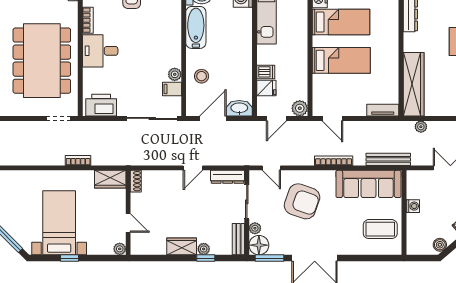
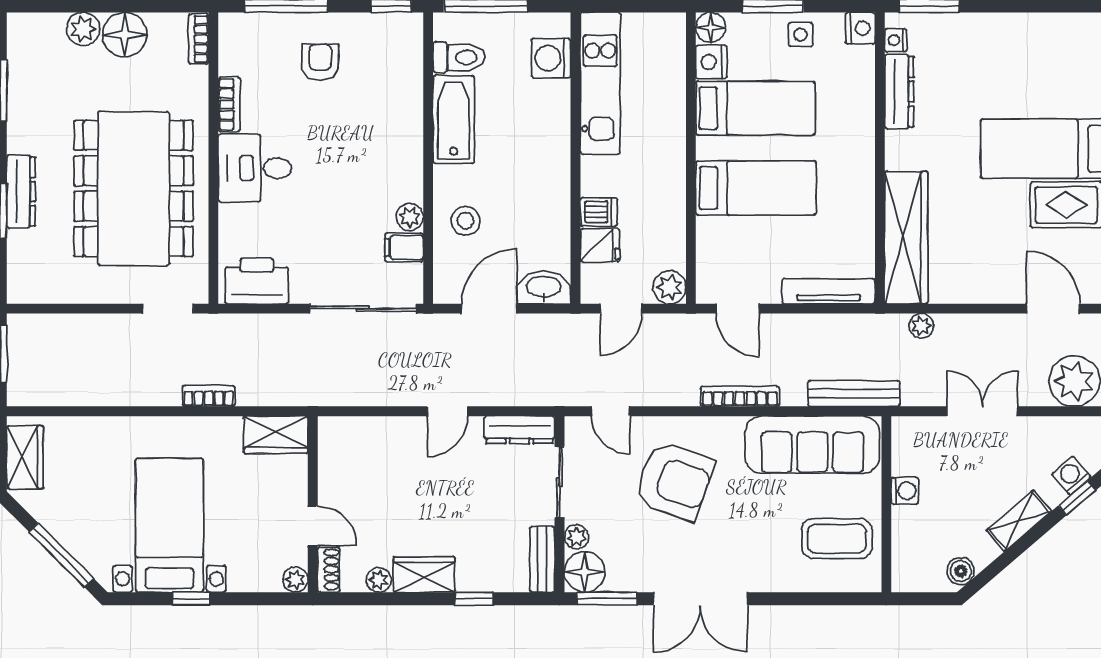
tv unit: (383, 110) -> (829, 291), width x1.41
shoe rack: (136, 181) -> (329, 569), moved
plant: (204, 249) -> (379, 580), moved

